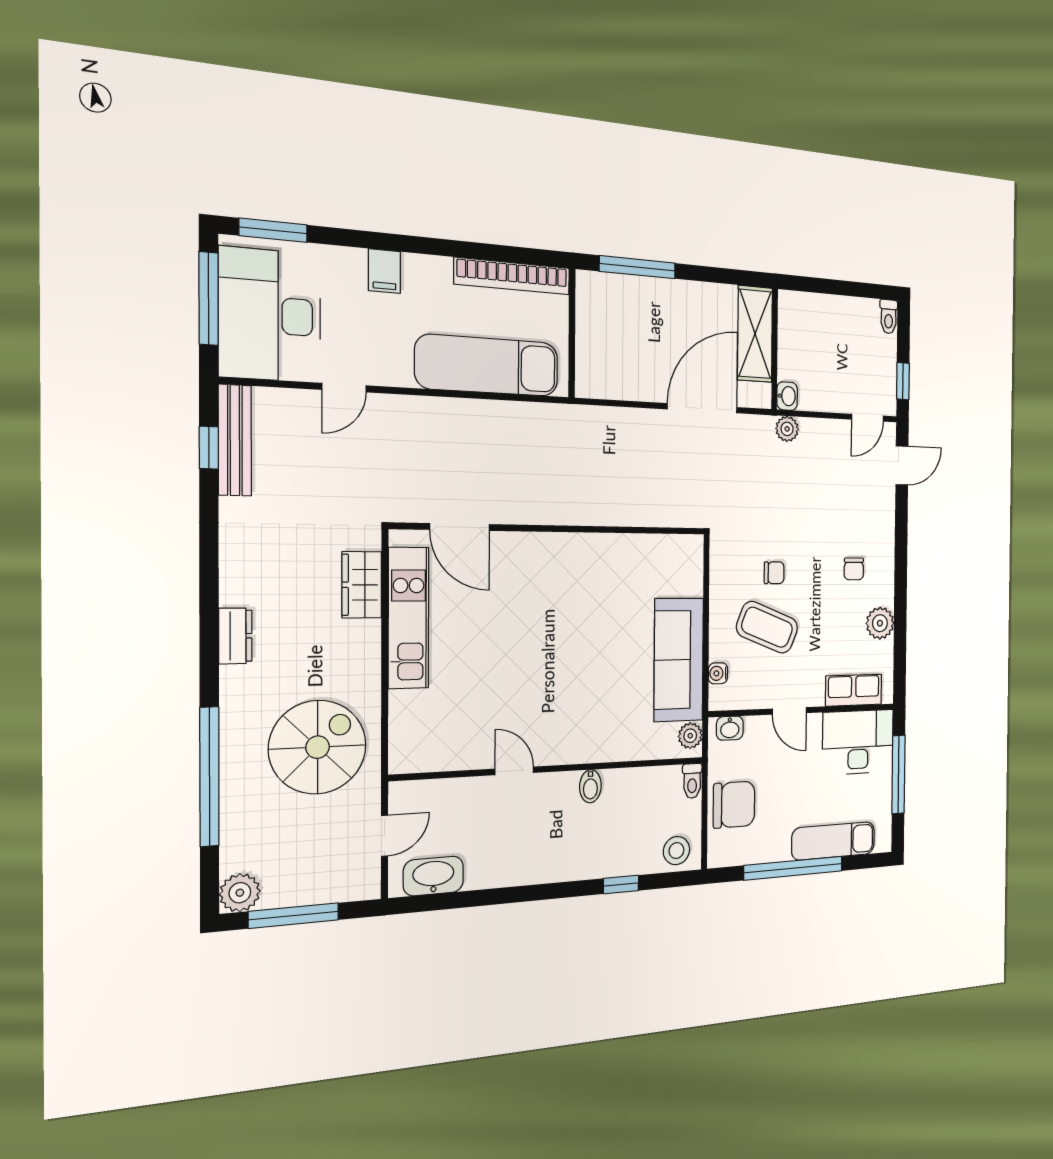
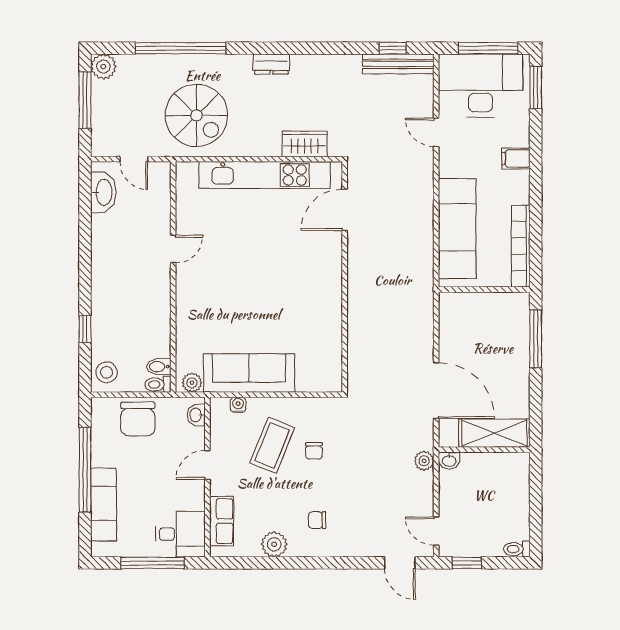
kitchen unit: (408, 618) -> (265, 175), width x1.36
desk: (858, 742) -> (180, 534), width x0.73
bidet: (590, 786) -> (159, 367), moved

